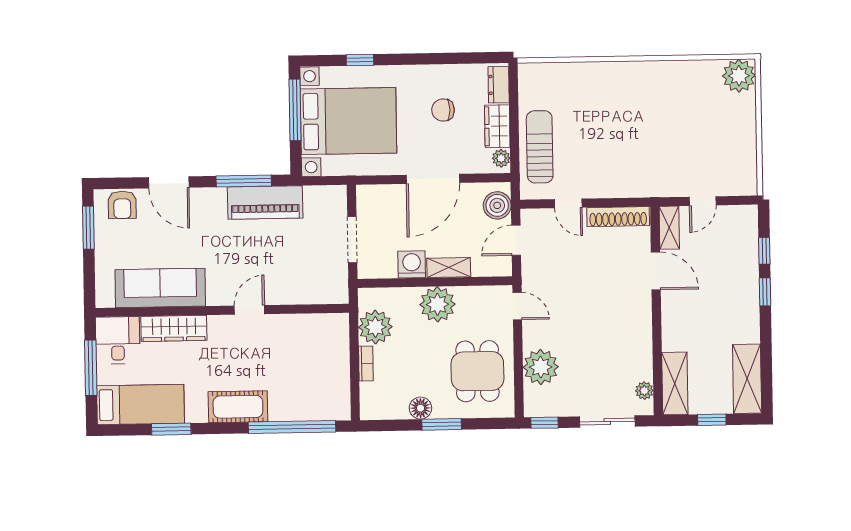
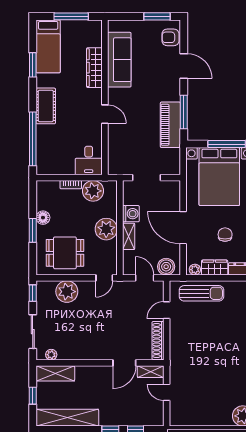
door: (169, 182) -> (184, 66), swing flipped
desk: (118, 340) -> (89, 160), moved, turned 90
shelving: (747, 379) -> (67, 418), width x1.47

